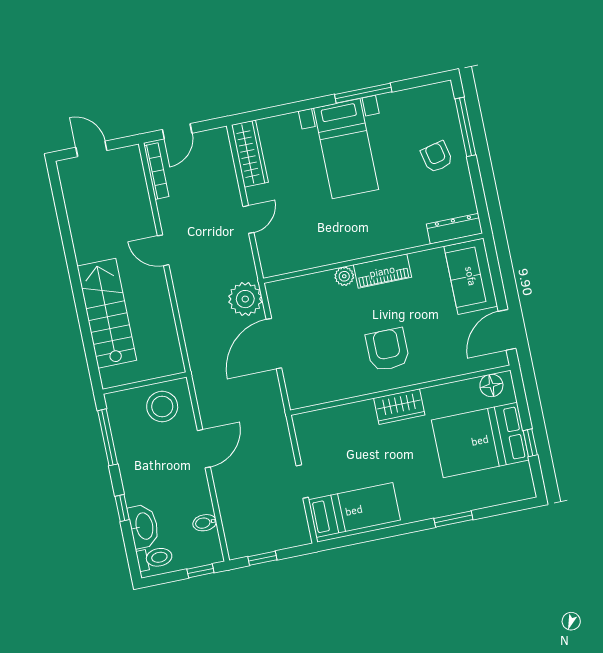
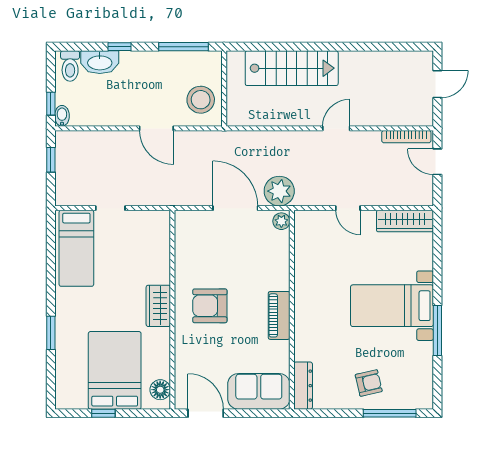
plant: (344, 276) -> (281, 221), moved
armchair: (388, 350) -> (210, 306), turned 180
bidet: (205, 523) -> (62, 116), moved

